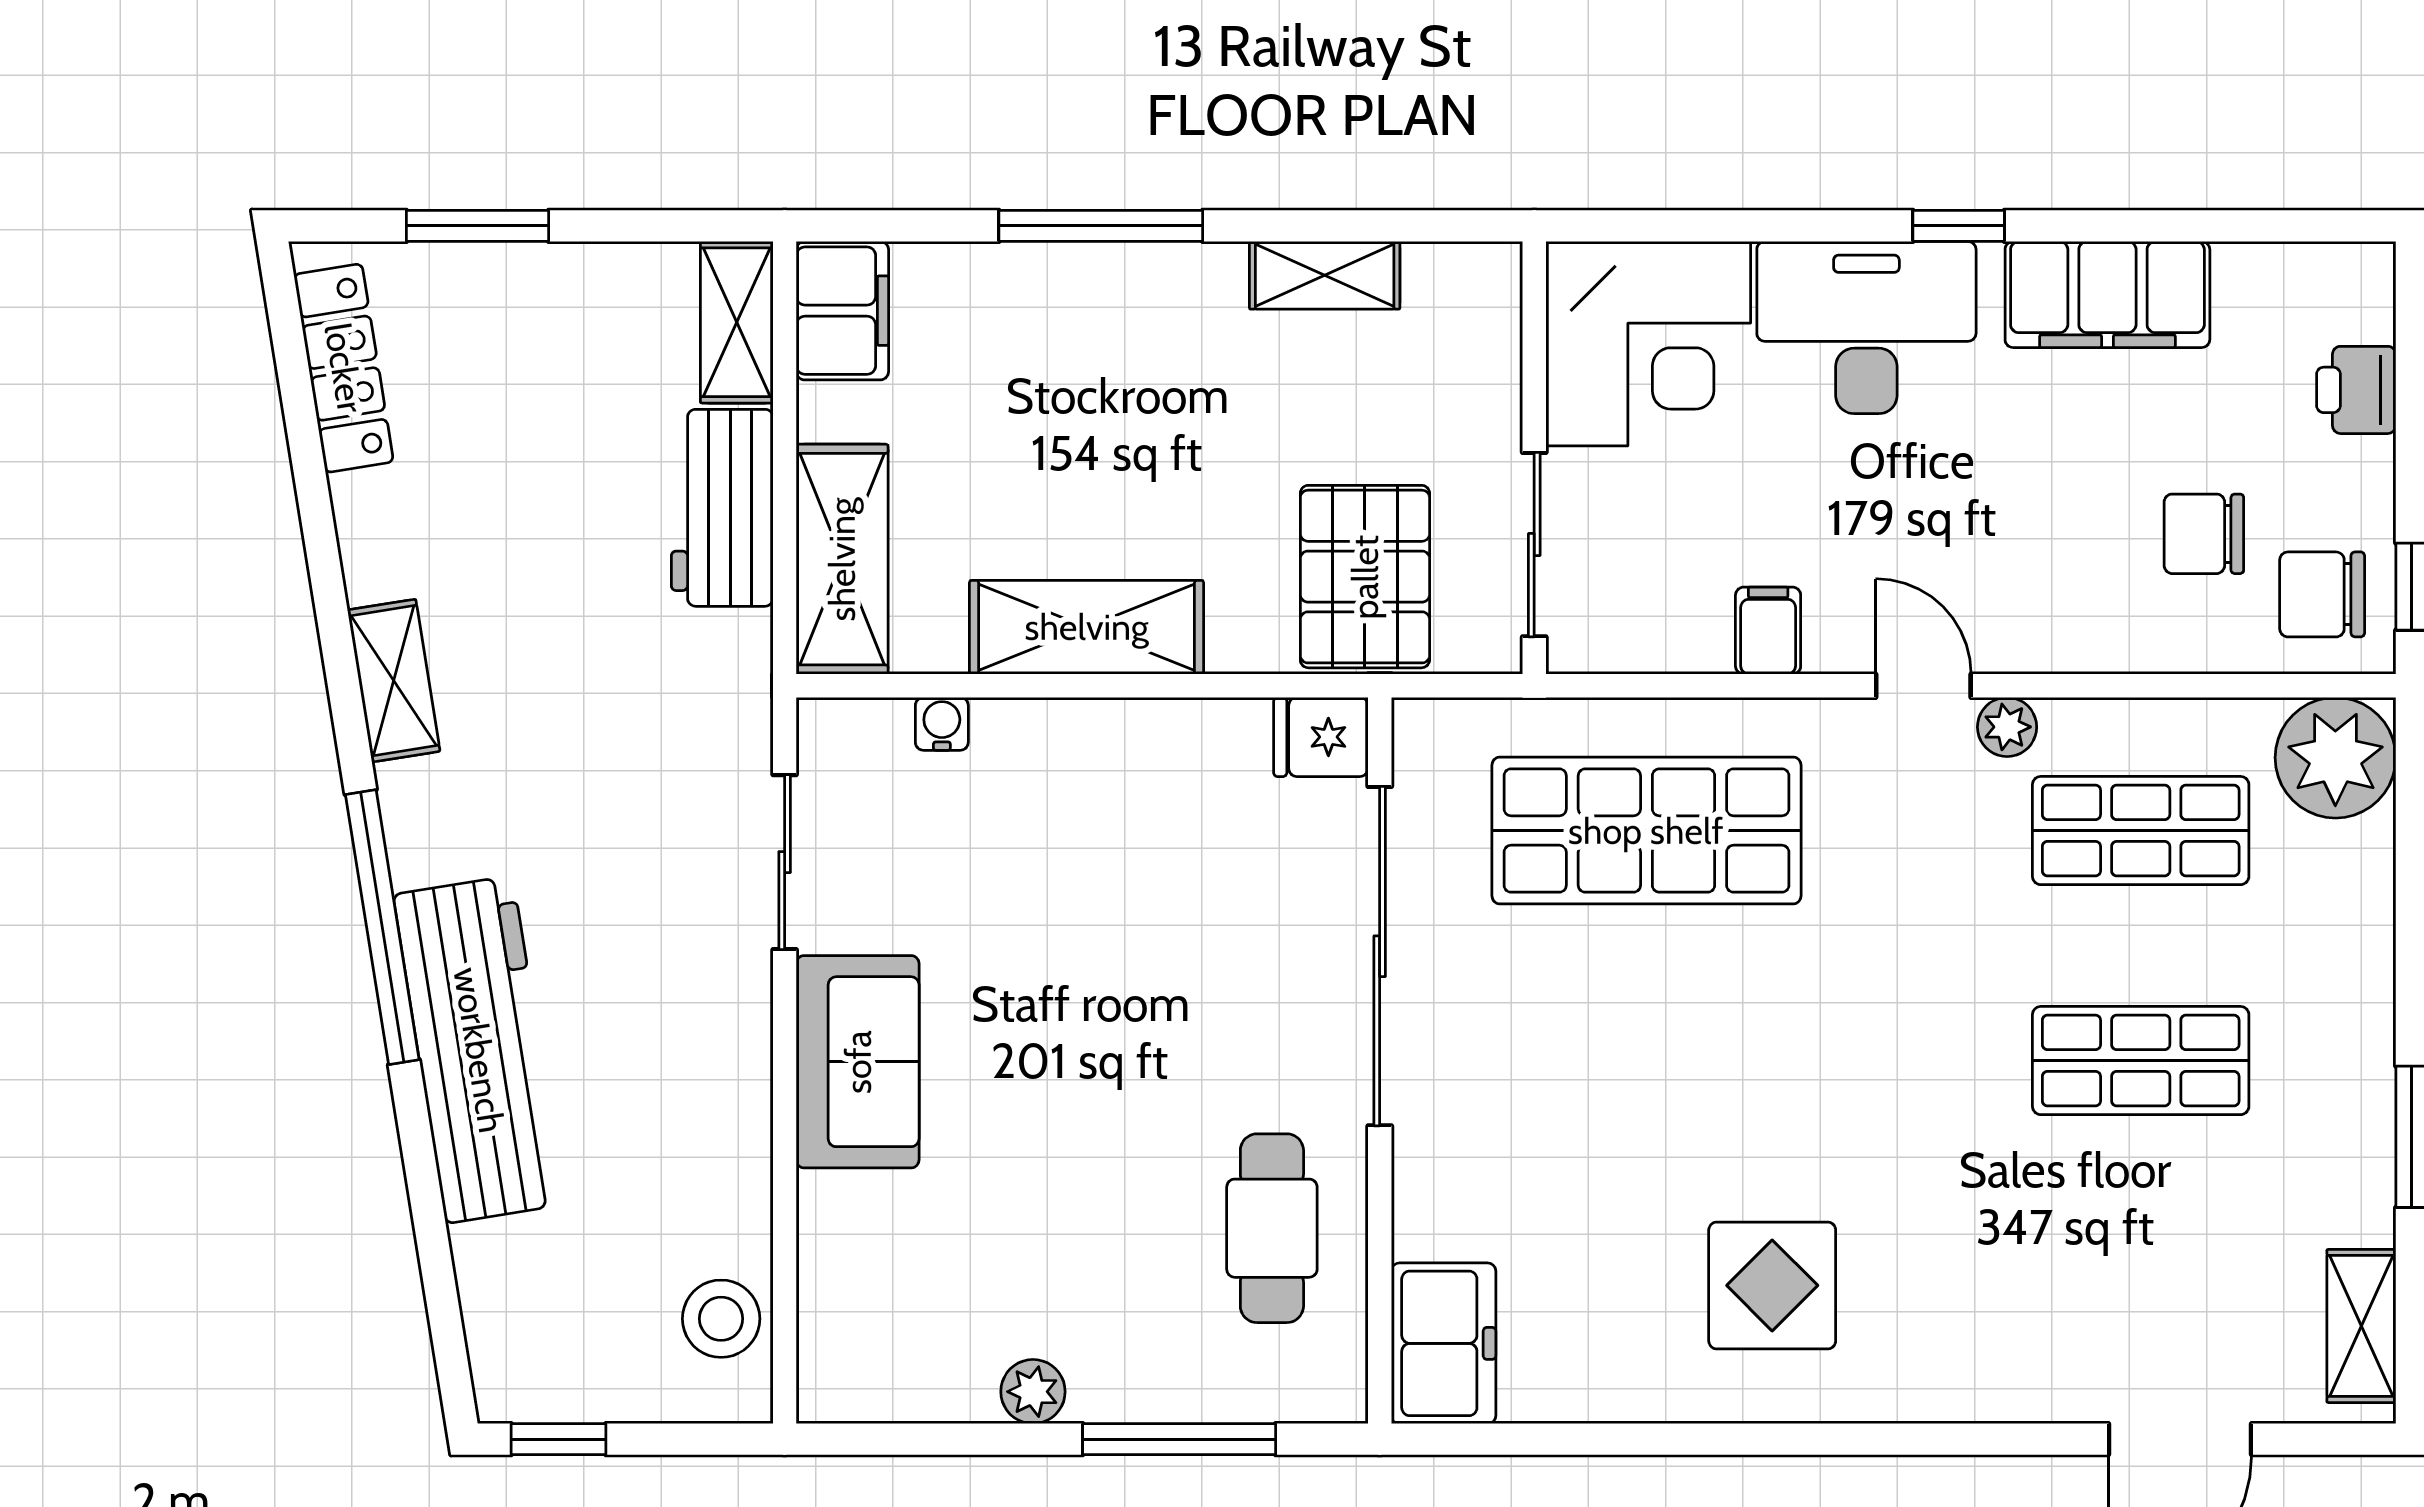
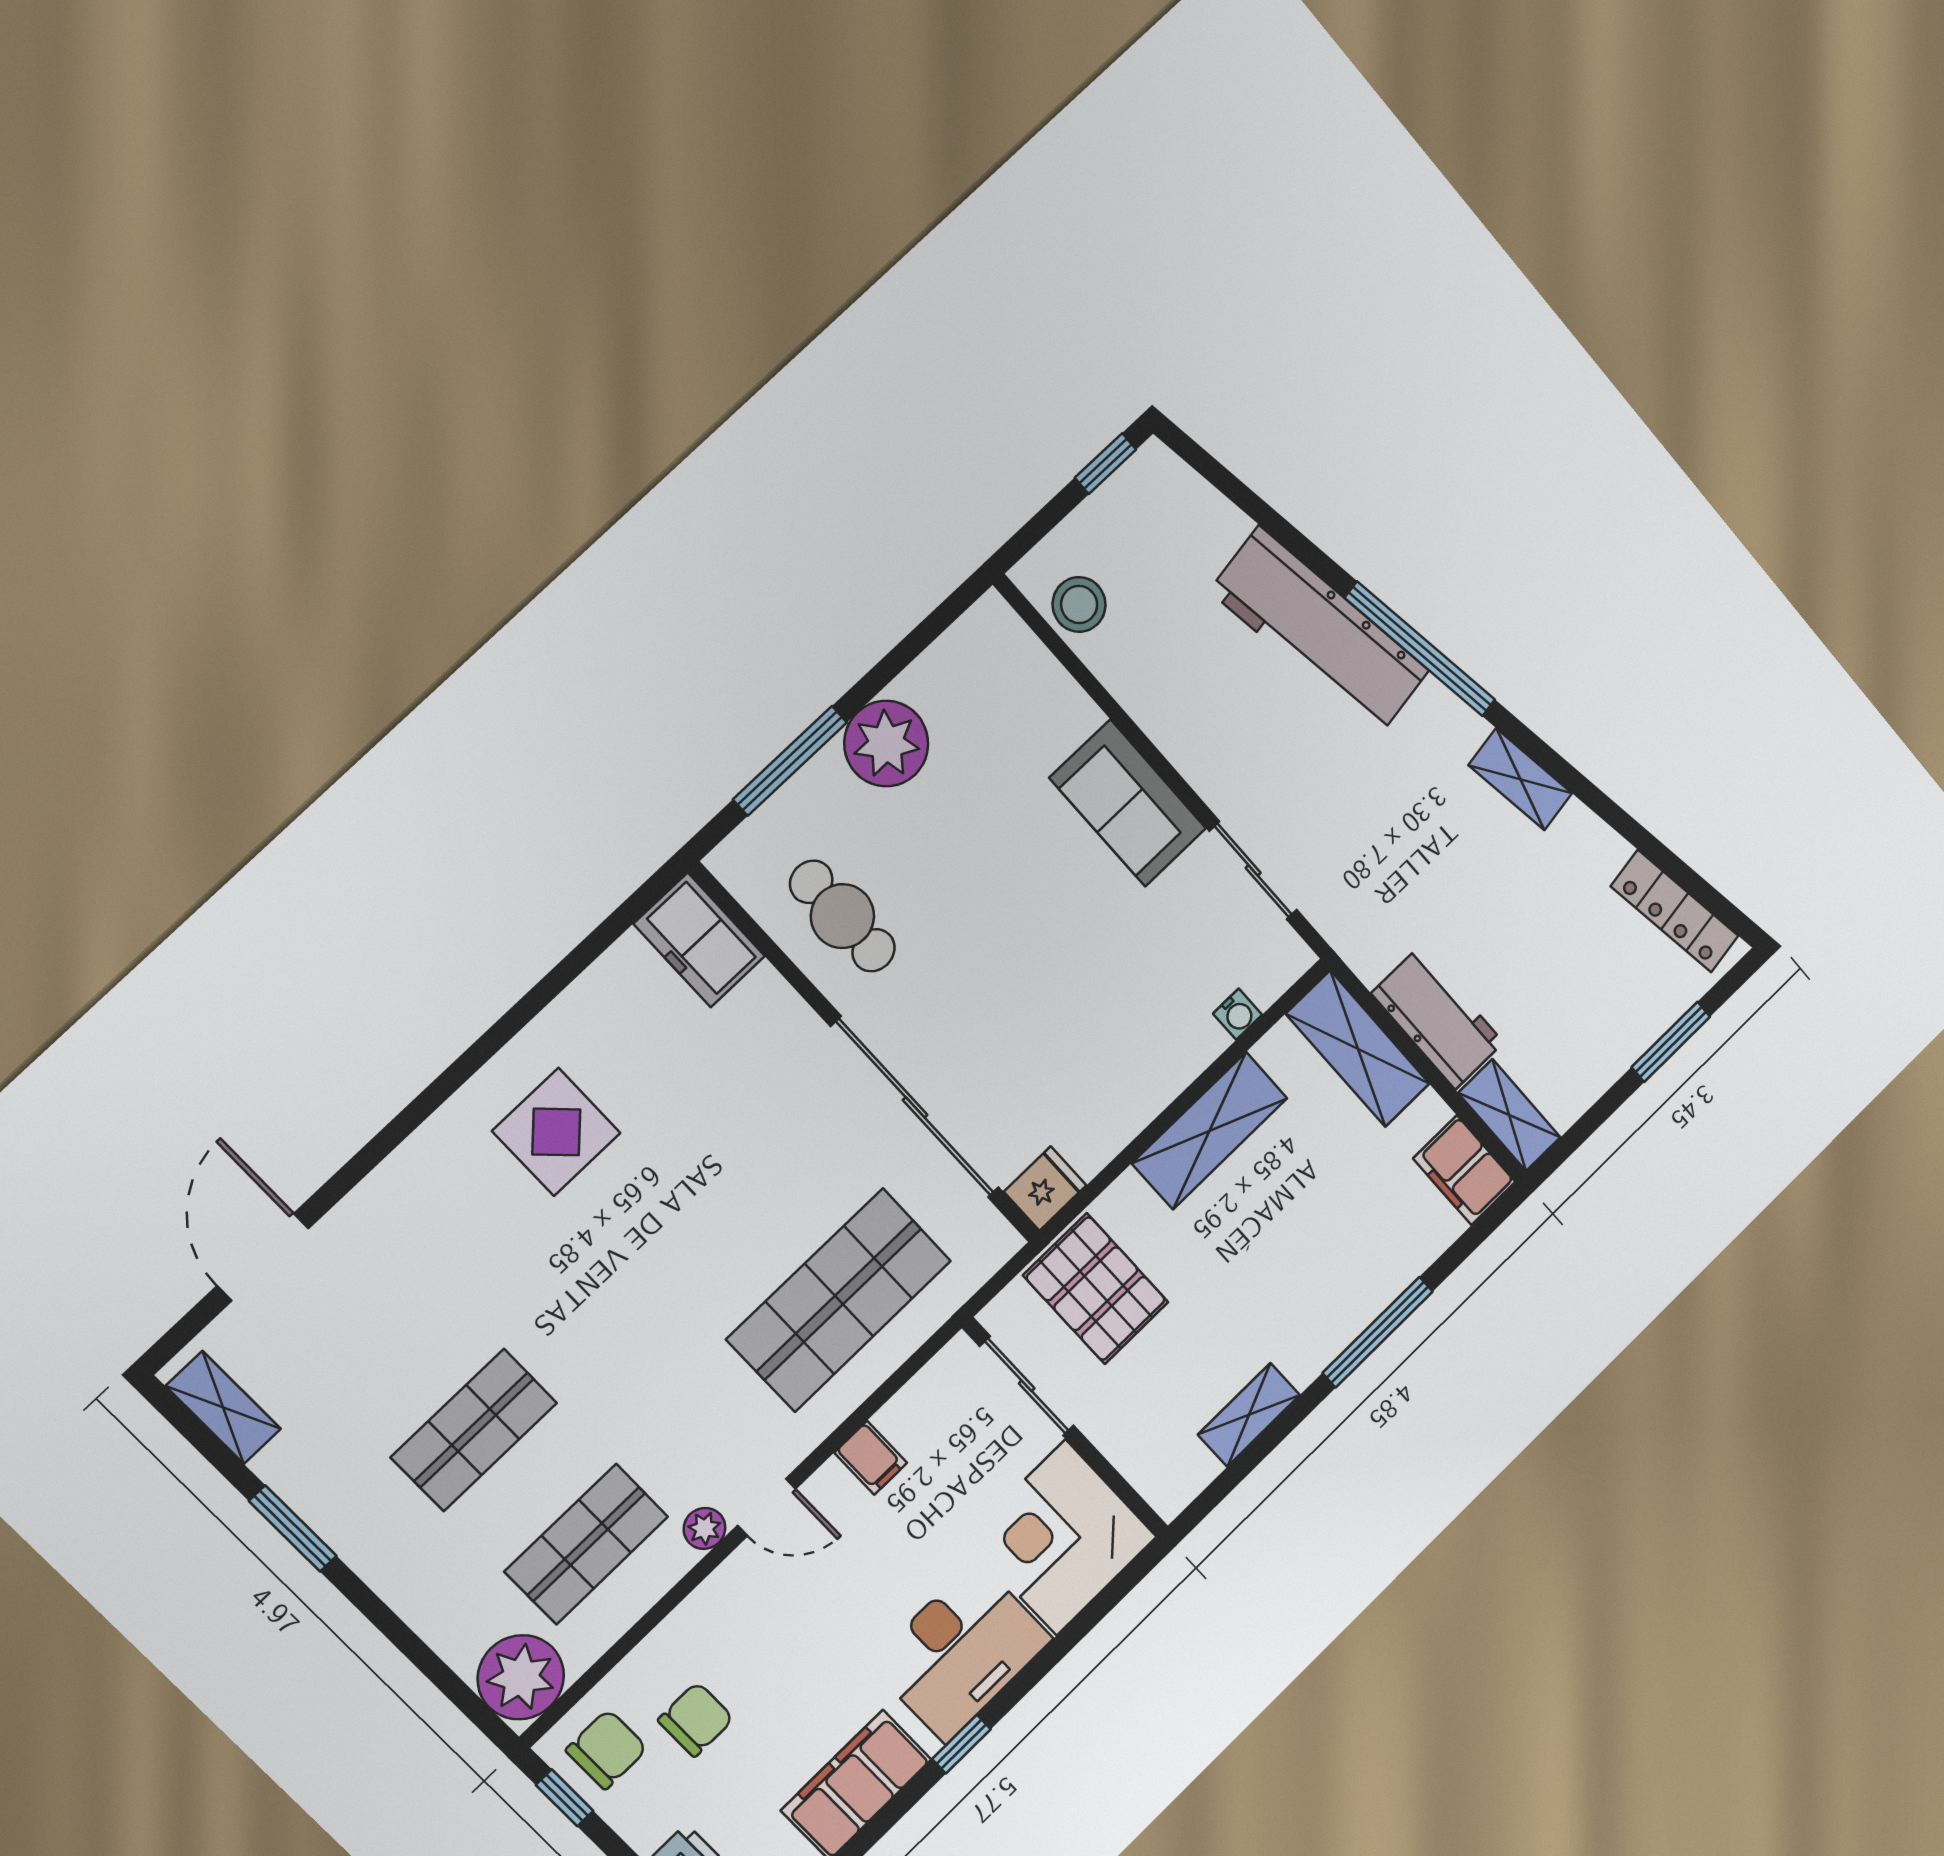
plant: (1033, 1392) -> (886, 744), width x1.87, depth x1.87

